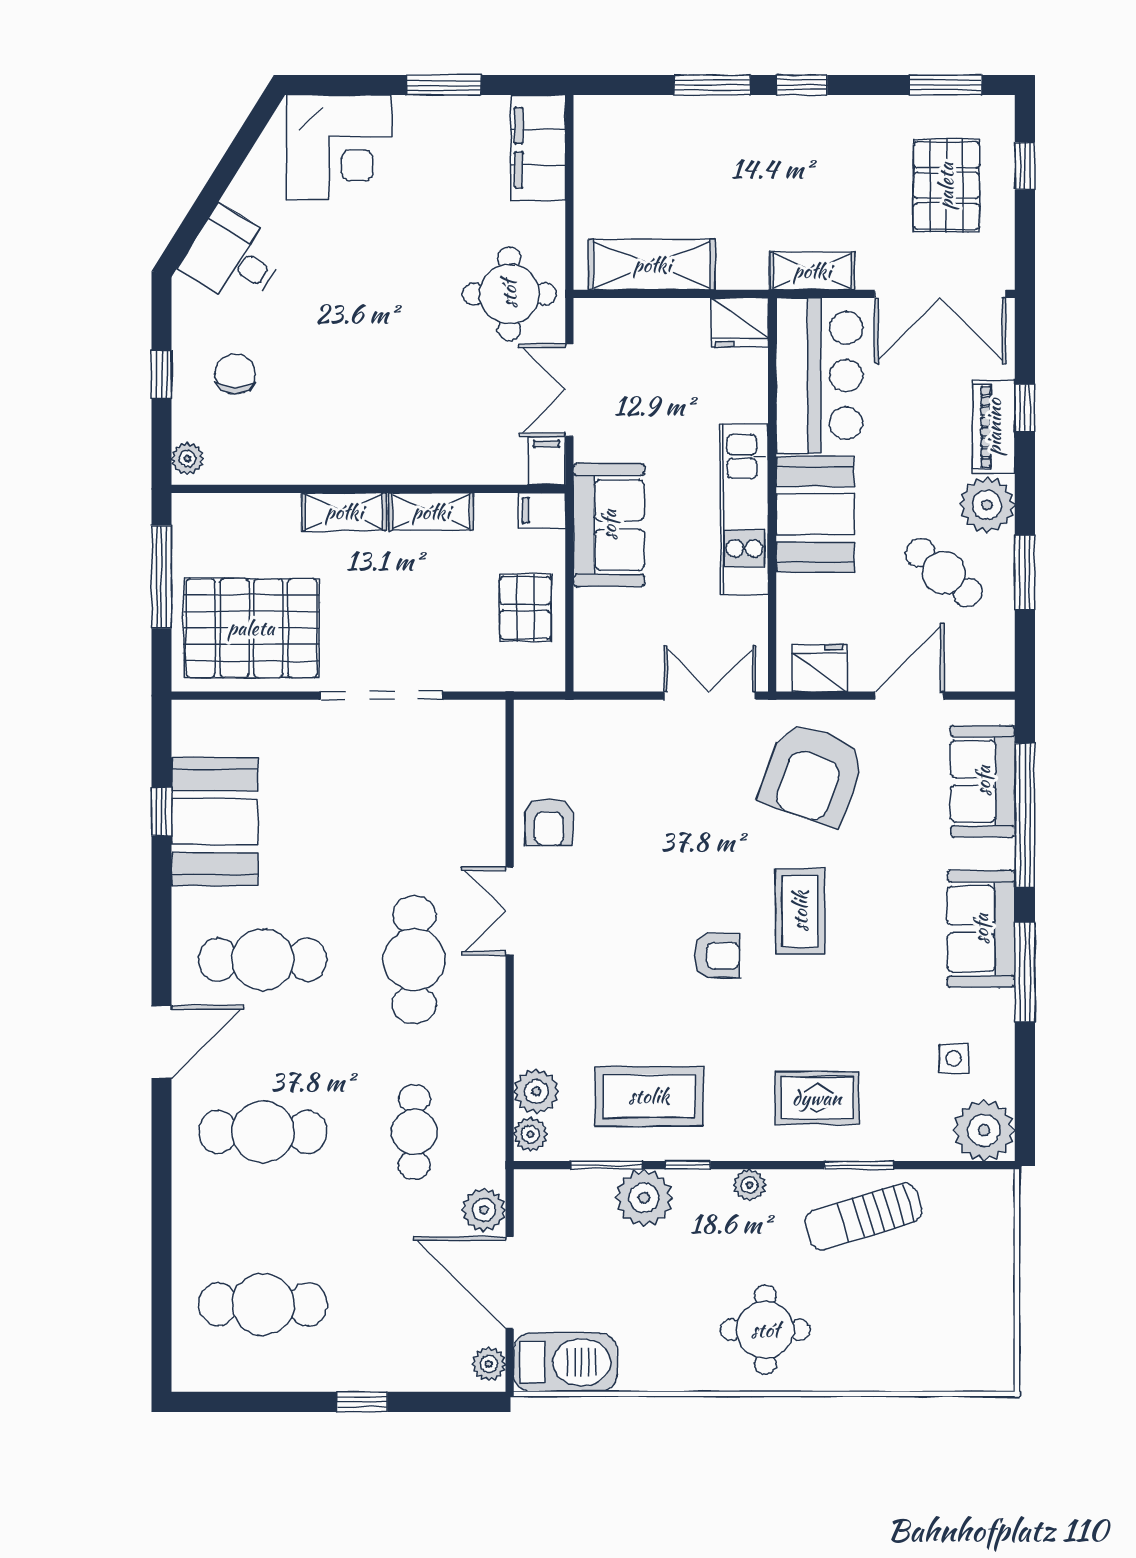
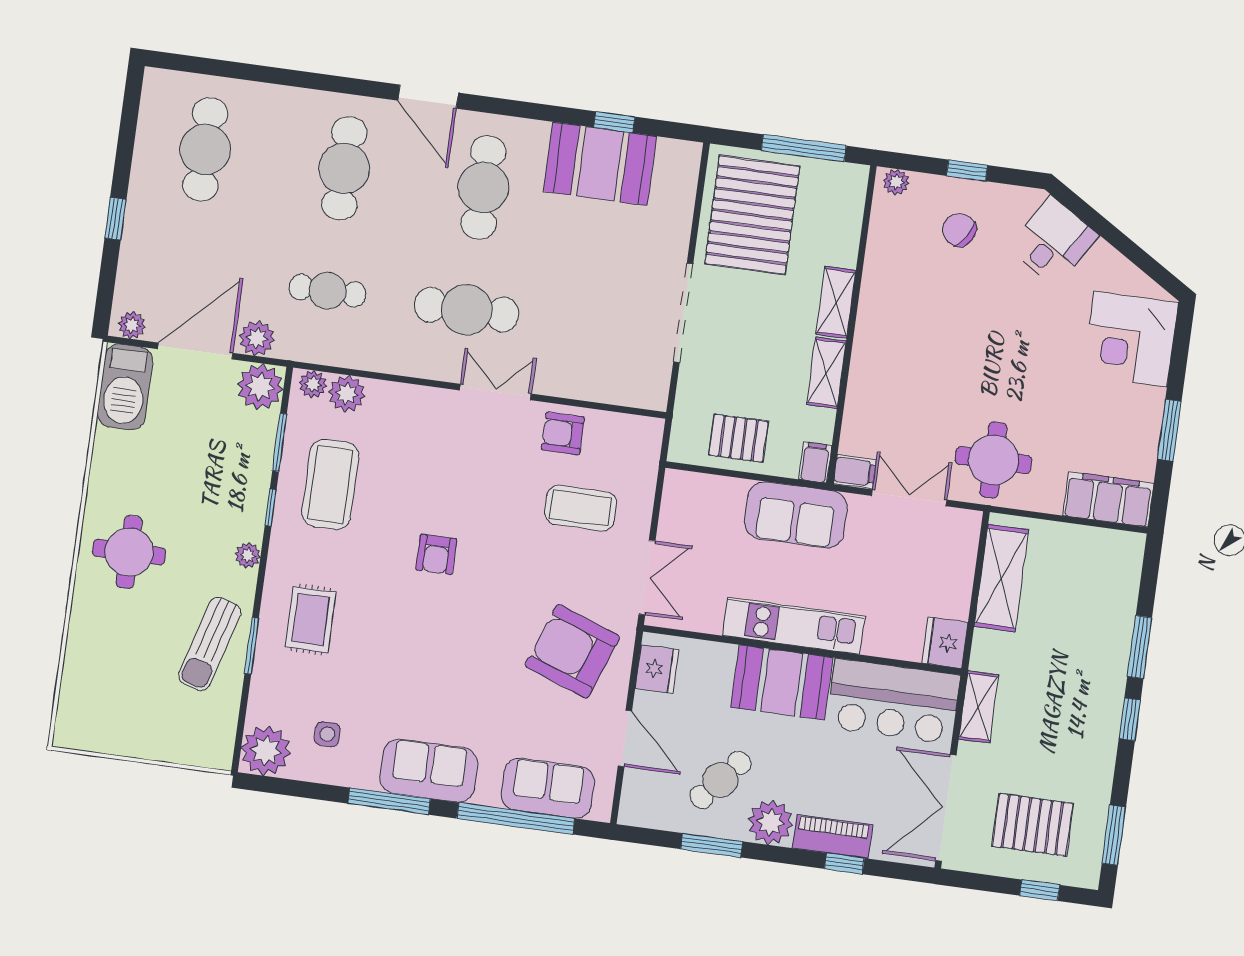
chair: (235, 374) -> (959, 230), turned -148
coffee table: (800, 911) -> (581, 508), moved
plant: (644, 1198) -> (260, 387), moved
sun lounger: (863, 1216) -> (210, 644), turned -147

